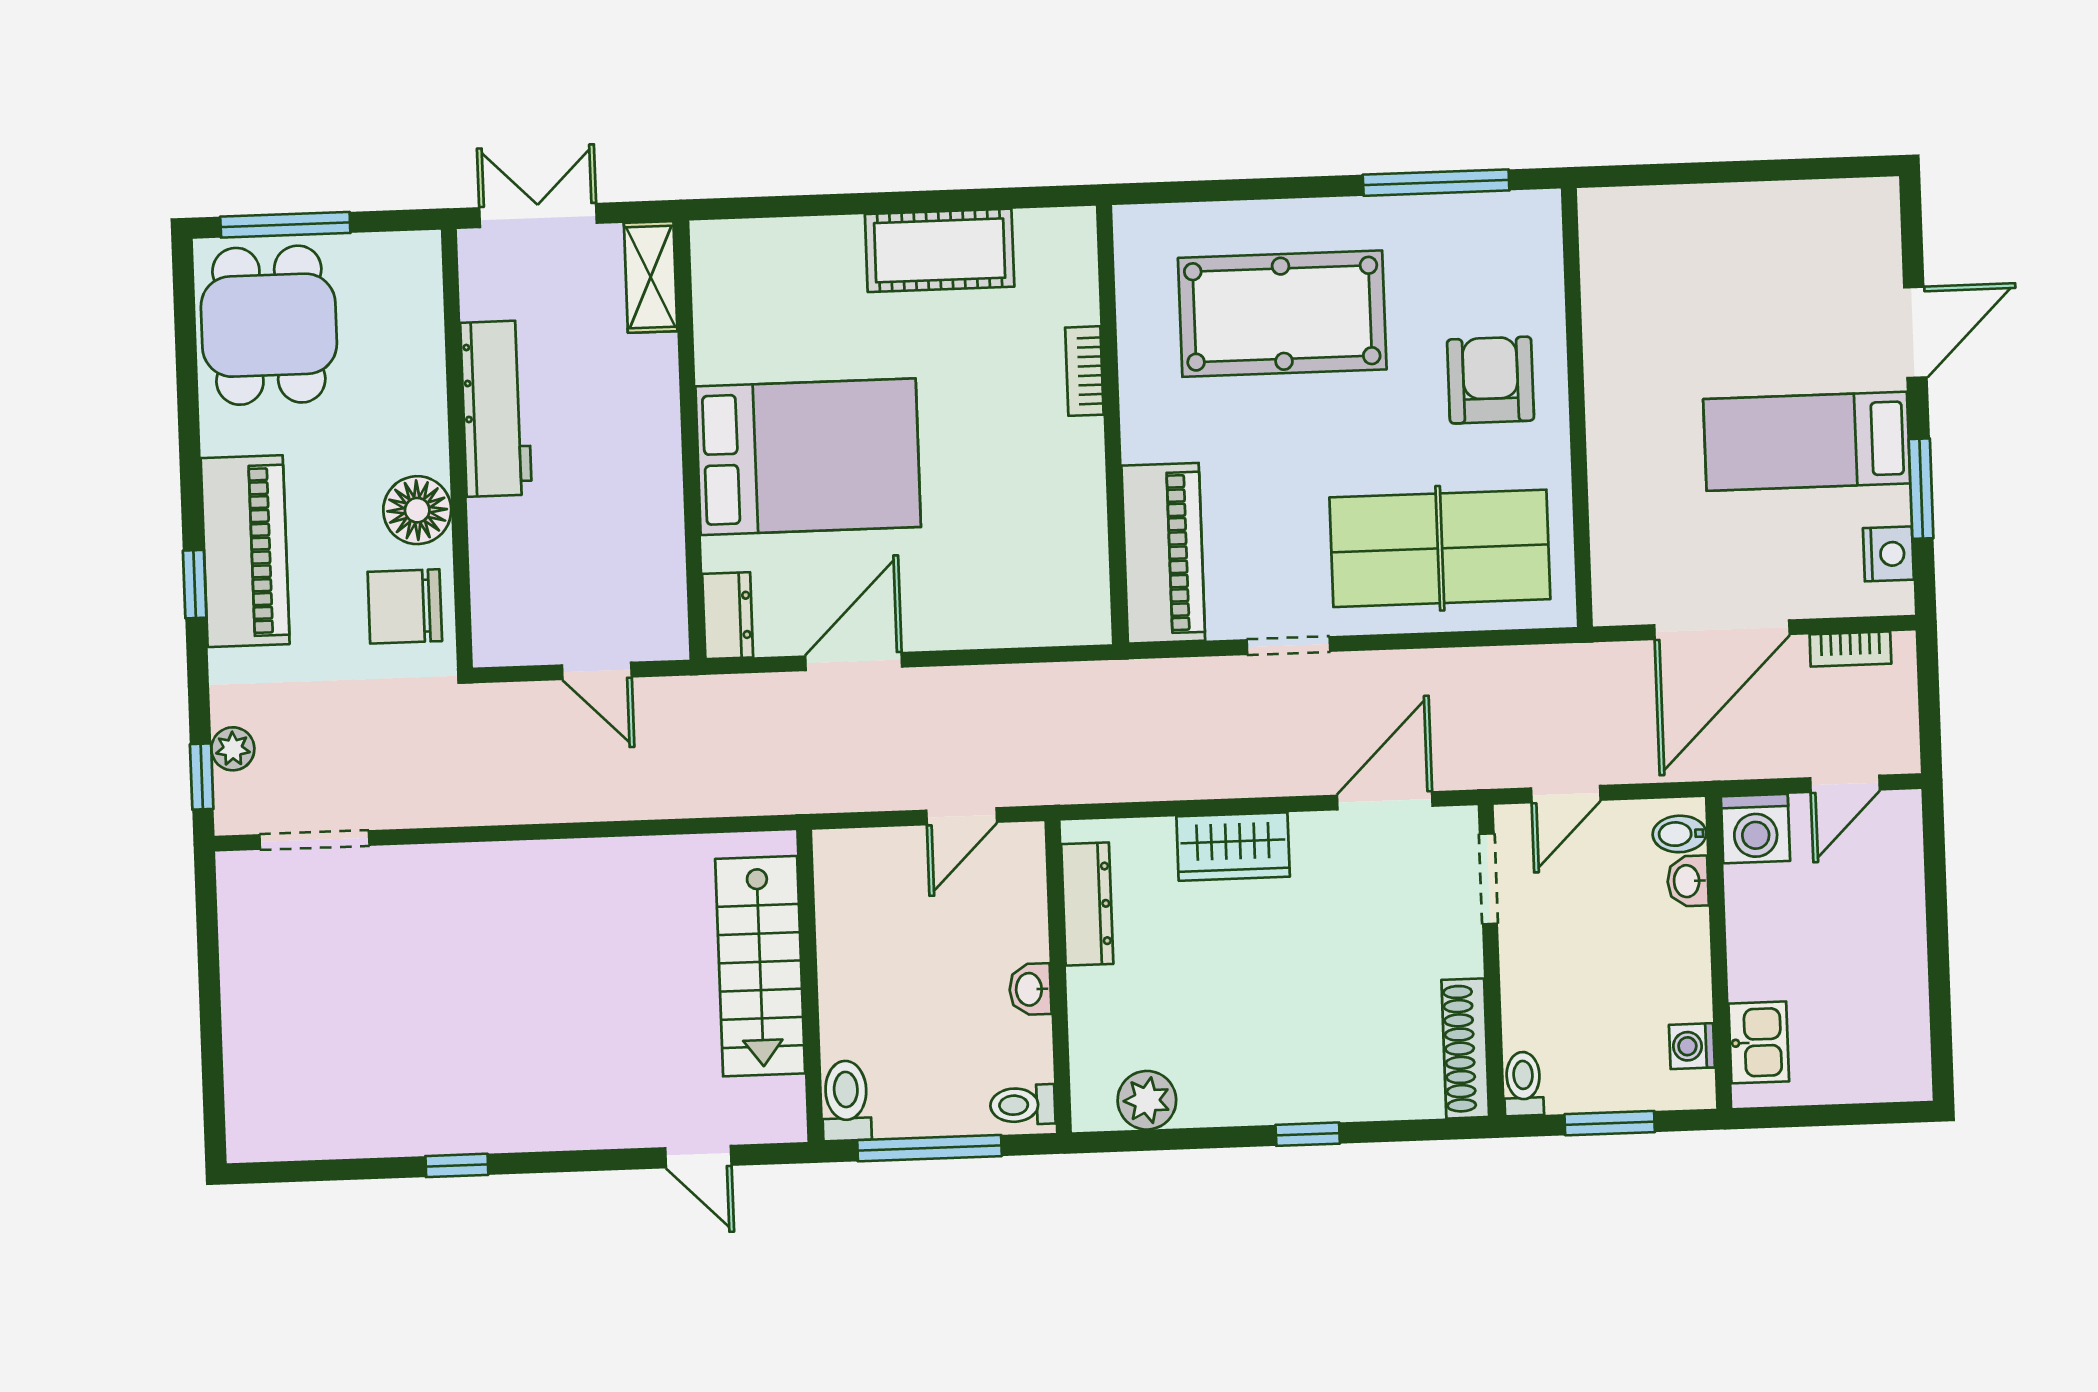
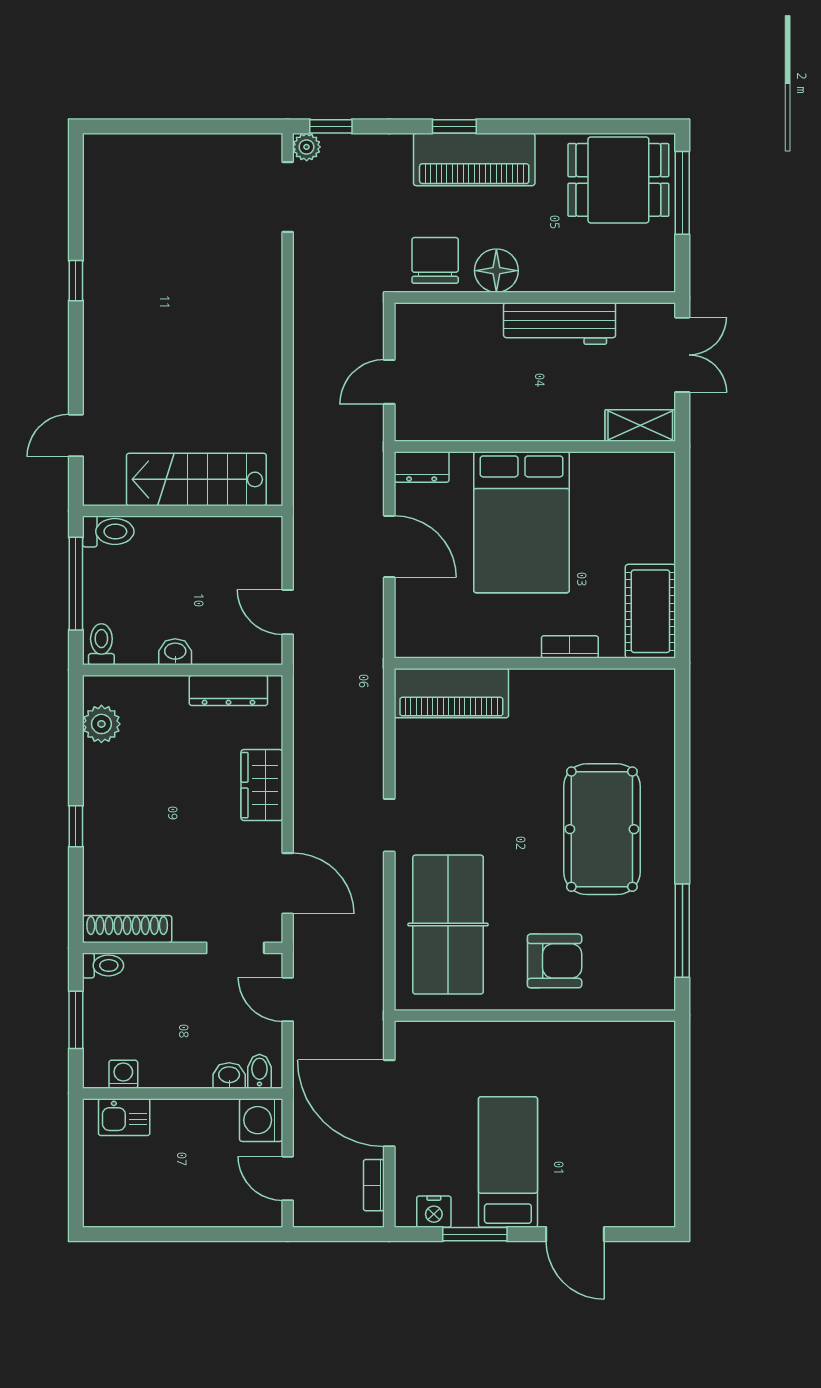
bookcase: (1084, 371) -> (570, 647), moved
wall: (1112, 425) -> (535, 663), moved
piano: (1163, 553) -> (451, 693), moved
plant: (233, 749) -> (307, 147), moved

